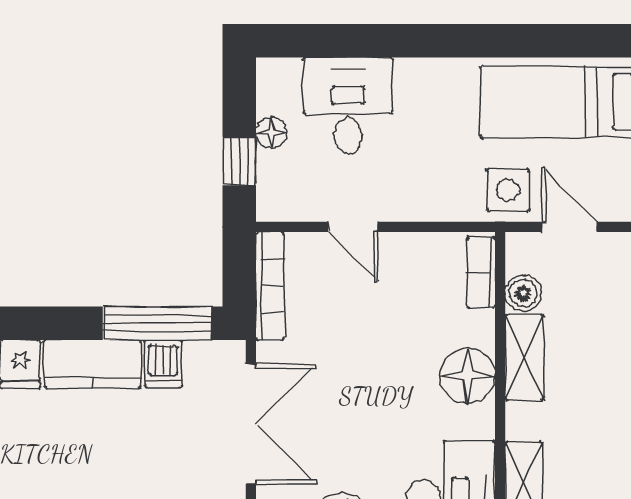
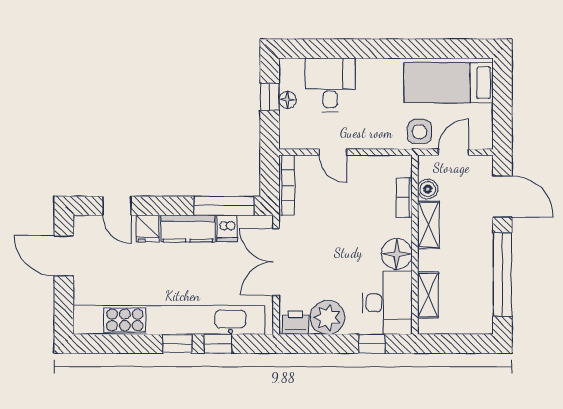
window: (239, 161) -> (270, 97), moved
door: (569, 227) -> (453, 152), hinge flipped
bookcase: (481, 272) -> (404, 198), moved
floor lamp: (467, 376) -> (397, 254), moved
double door: (251, 424) -> (276, 262), swing flipped

